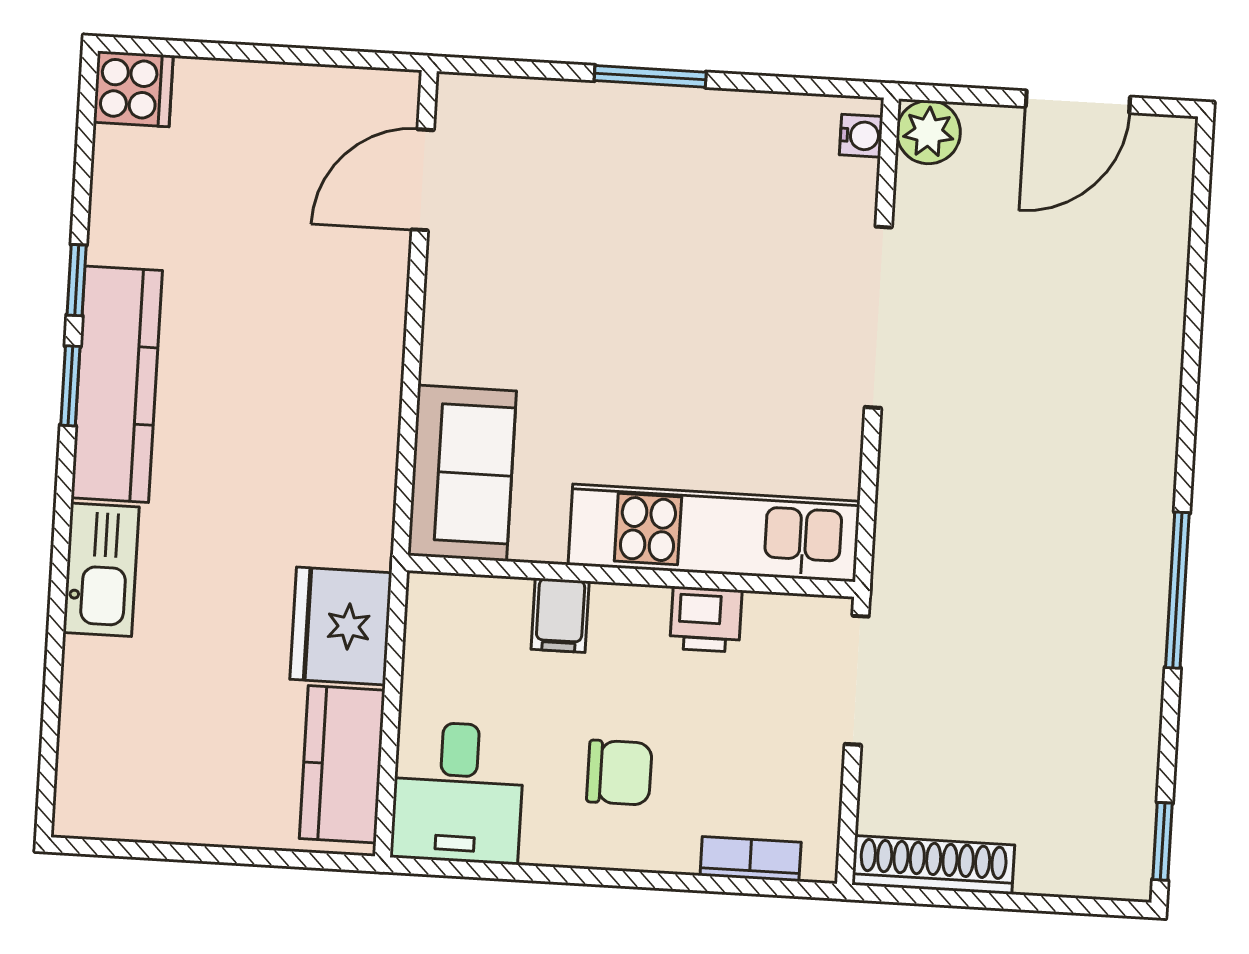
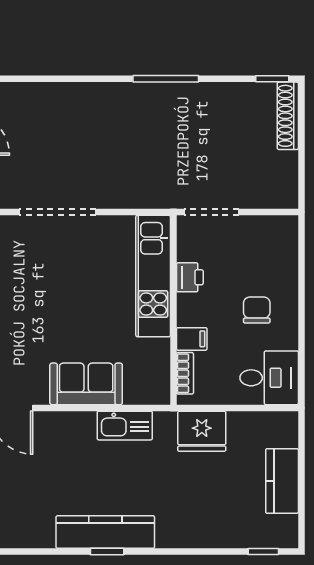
window: (77, 280) -> (263, 552), moved
sofa: (462, 473) -> (86, 384), moved
kitchen sink: (101, 570) -> (125, 426), moved, turned 180
kitchen counter: (342, 764) -> (282, 481), moved, turned 90
bookcase: (751, 859) -> (185, 373), moved, turned 180
shoe rack: (933, 865) -> (288, 116), moved

